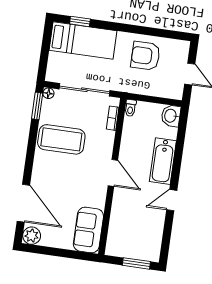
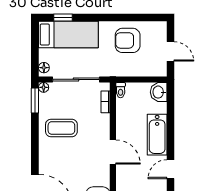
floor lamp: (52, 72) -> (44, 68), added
coffee table: (61, 139) -> (61, 128), width x0.73, depth x0.76

